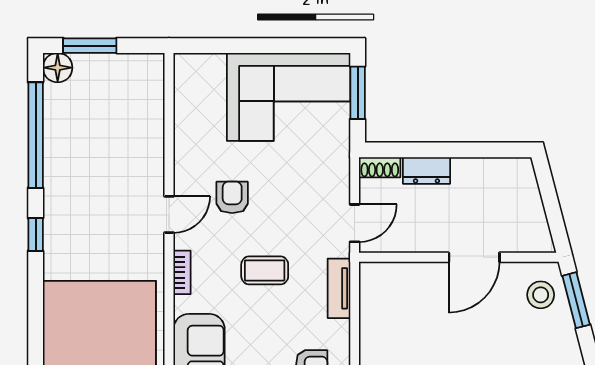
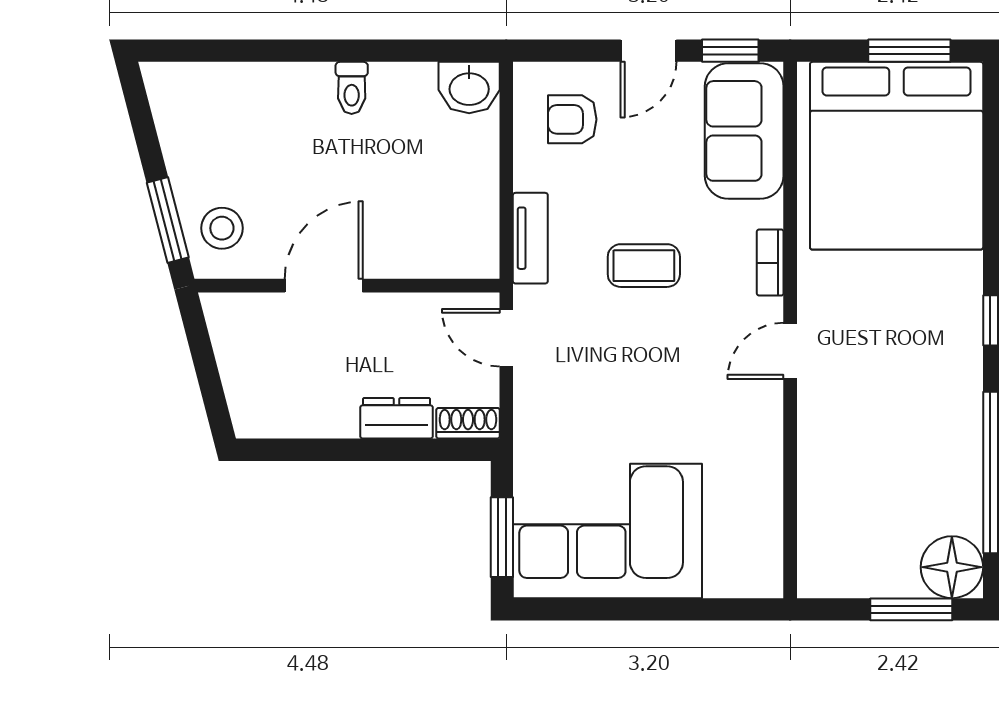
floor lamp: (58, 68) -> (952, 567), width x1.38, depth x1.38
armchair: (232, 197) -> (694, 377), removed
door: (355, 223) -> (506, 338), hinge flipped

